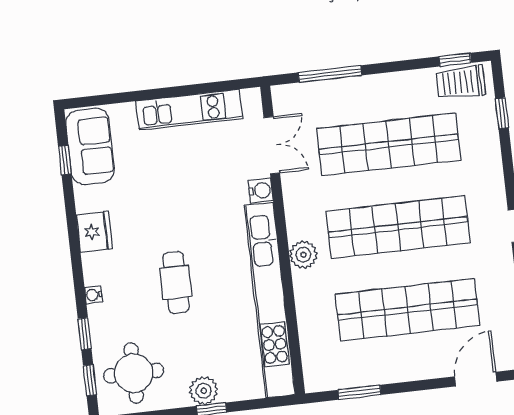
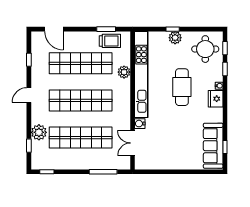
trolley: (461, 82) -> (110, 41), moved
kitchen unit: (189, 110) -> (167, 163), removed
plant: (483, 145) -> (39, 132), added
sofa: (90, 146) -> (213, 146), width x1.36
fridge: (94, 232) -> (216, 99), moved
plant: (303, 255) -> (124, 72), moved
cafe table: (176, 282) -> (182, 87), width x1.37, depth x1.35
door: (476, 379) -> (54, 29), hinge flipped

